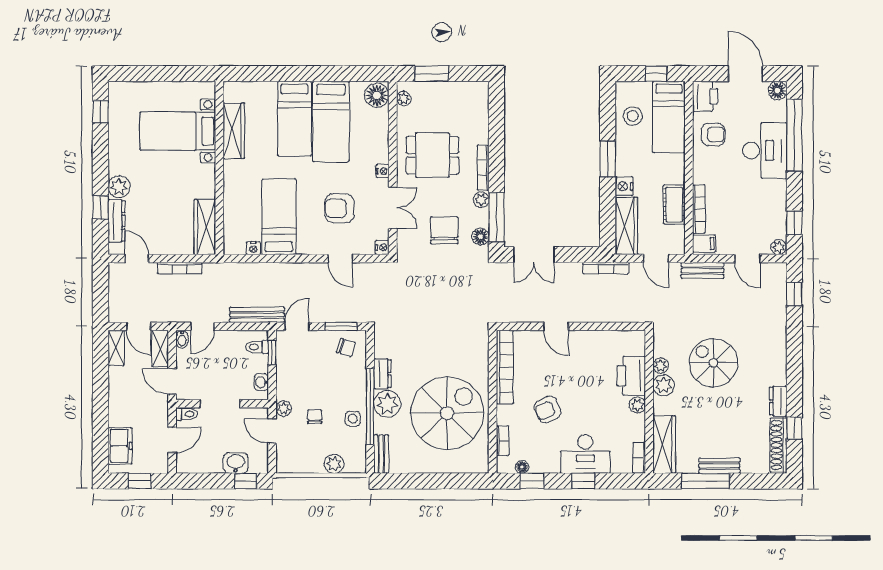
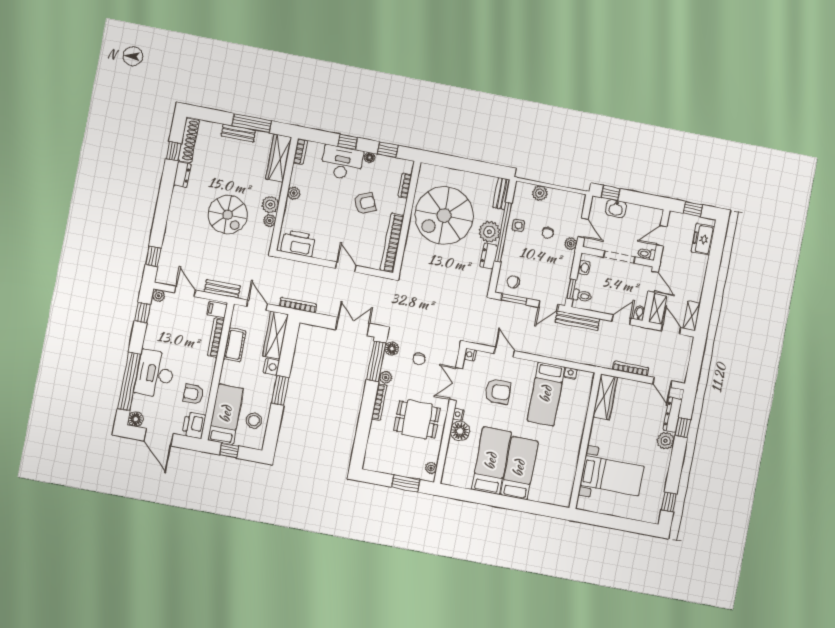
floor lamp: (377, 95) -> (460, 431), moved
wardrobe: (234, 131) -> (568, 468), removed
chair: (444, 230) -> (419, 359), width x0.54, depth x0.54
printer: (631, 376) -> (298, 243), moved, turned -90
floor lamp: (522, 467) -> (370, 157), moved

